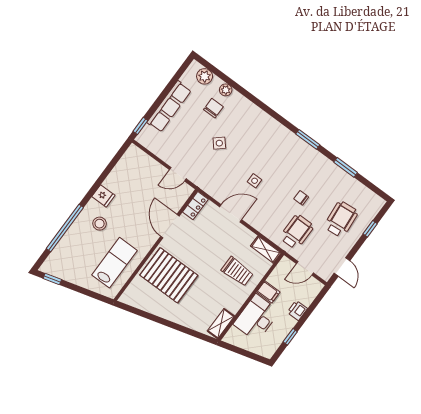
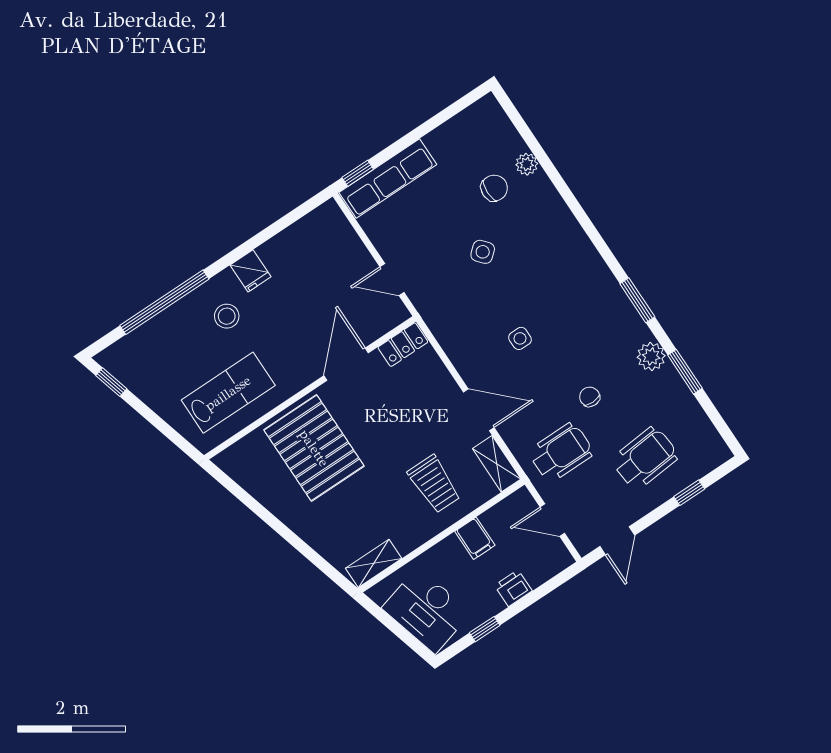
plant: (205, 76) -> (651, 356), moved
row of seats: (169, 106) -> (388, 178), moved
door: (231, 213) -> (479, 410), moved
desk: (257, 318) -> (426, 610), moved, turned -105

